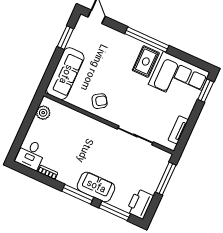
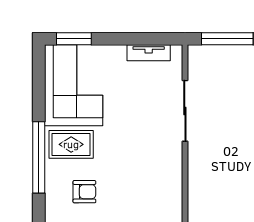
armchair: (100, 101) -> (84, 192), moved, turned 123

